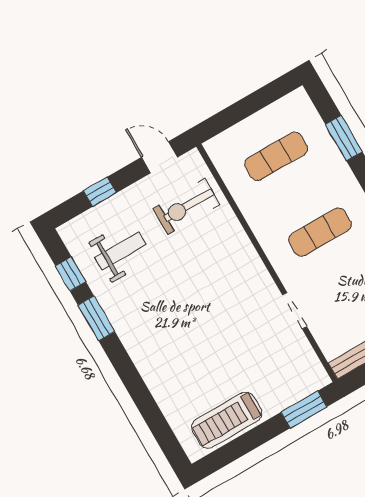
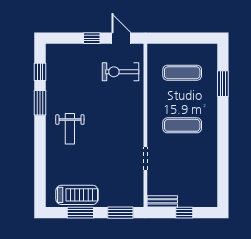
window: (100, 192) -> (92, 38), moved
weight bench: (121, 251) -> (70, 129), moved, turned 90
treadmill: (227, 420) -> (77, 195), turned 180
window: (246, 443) -> (80, 213), added

